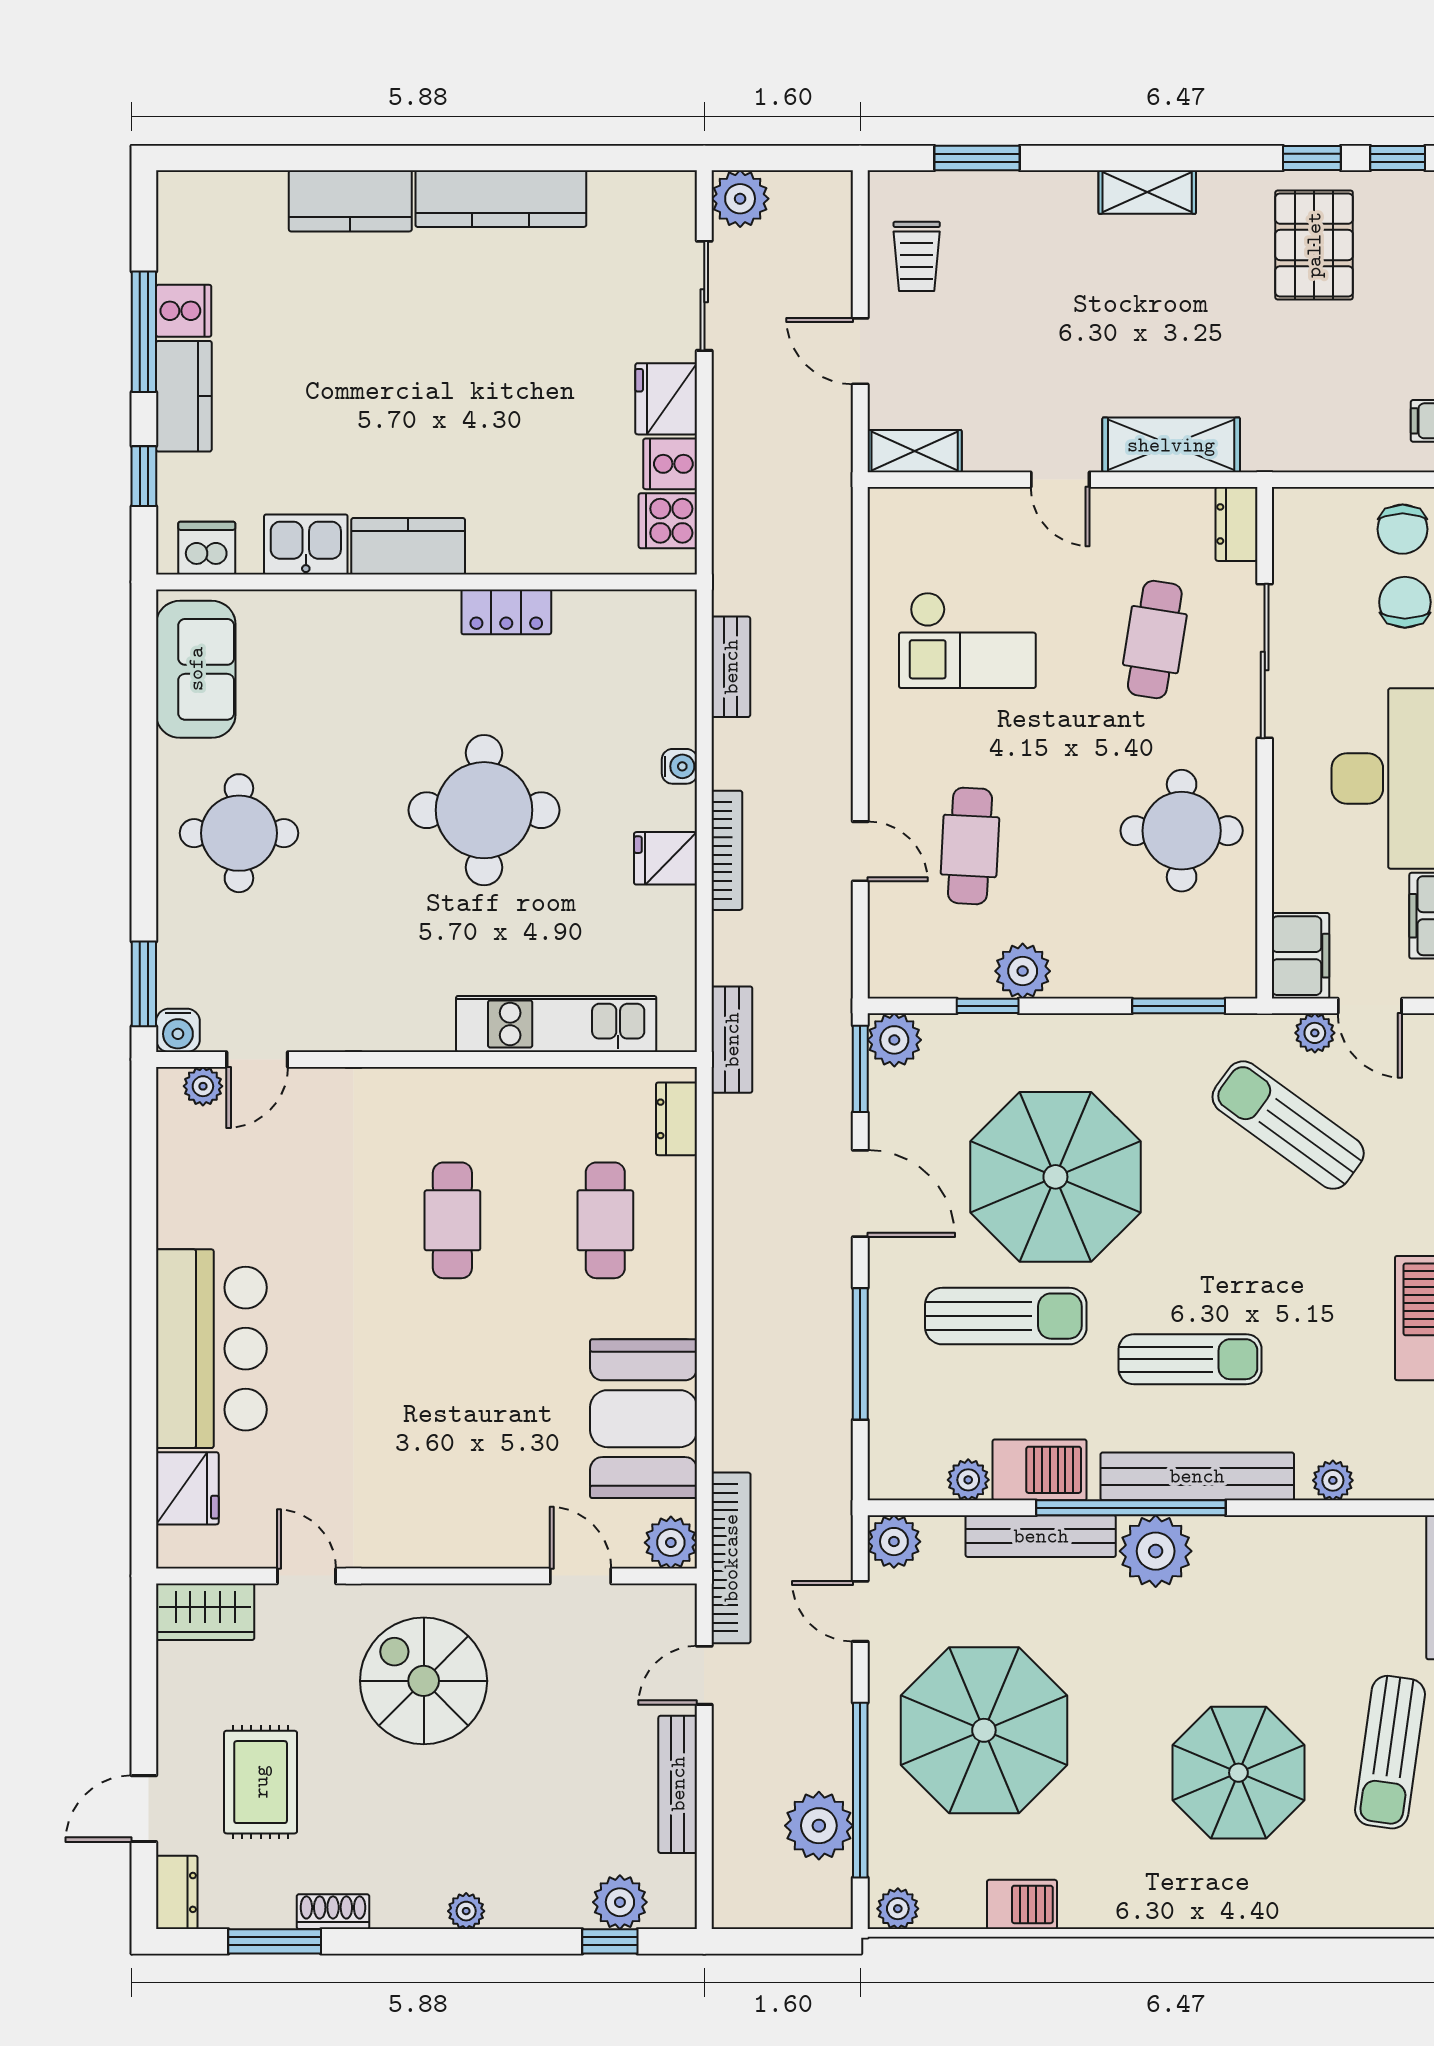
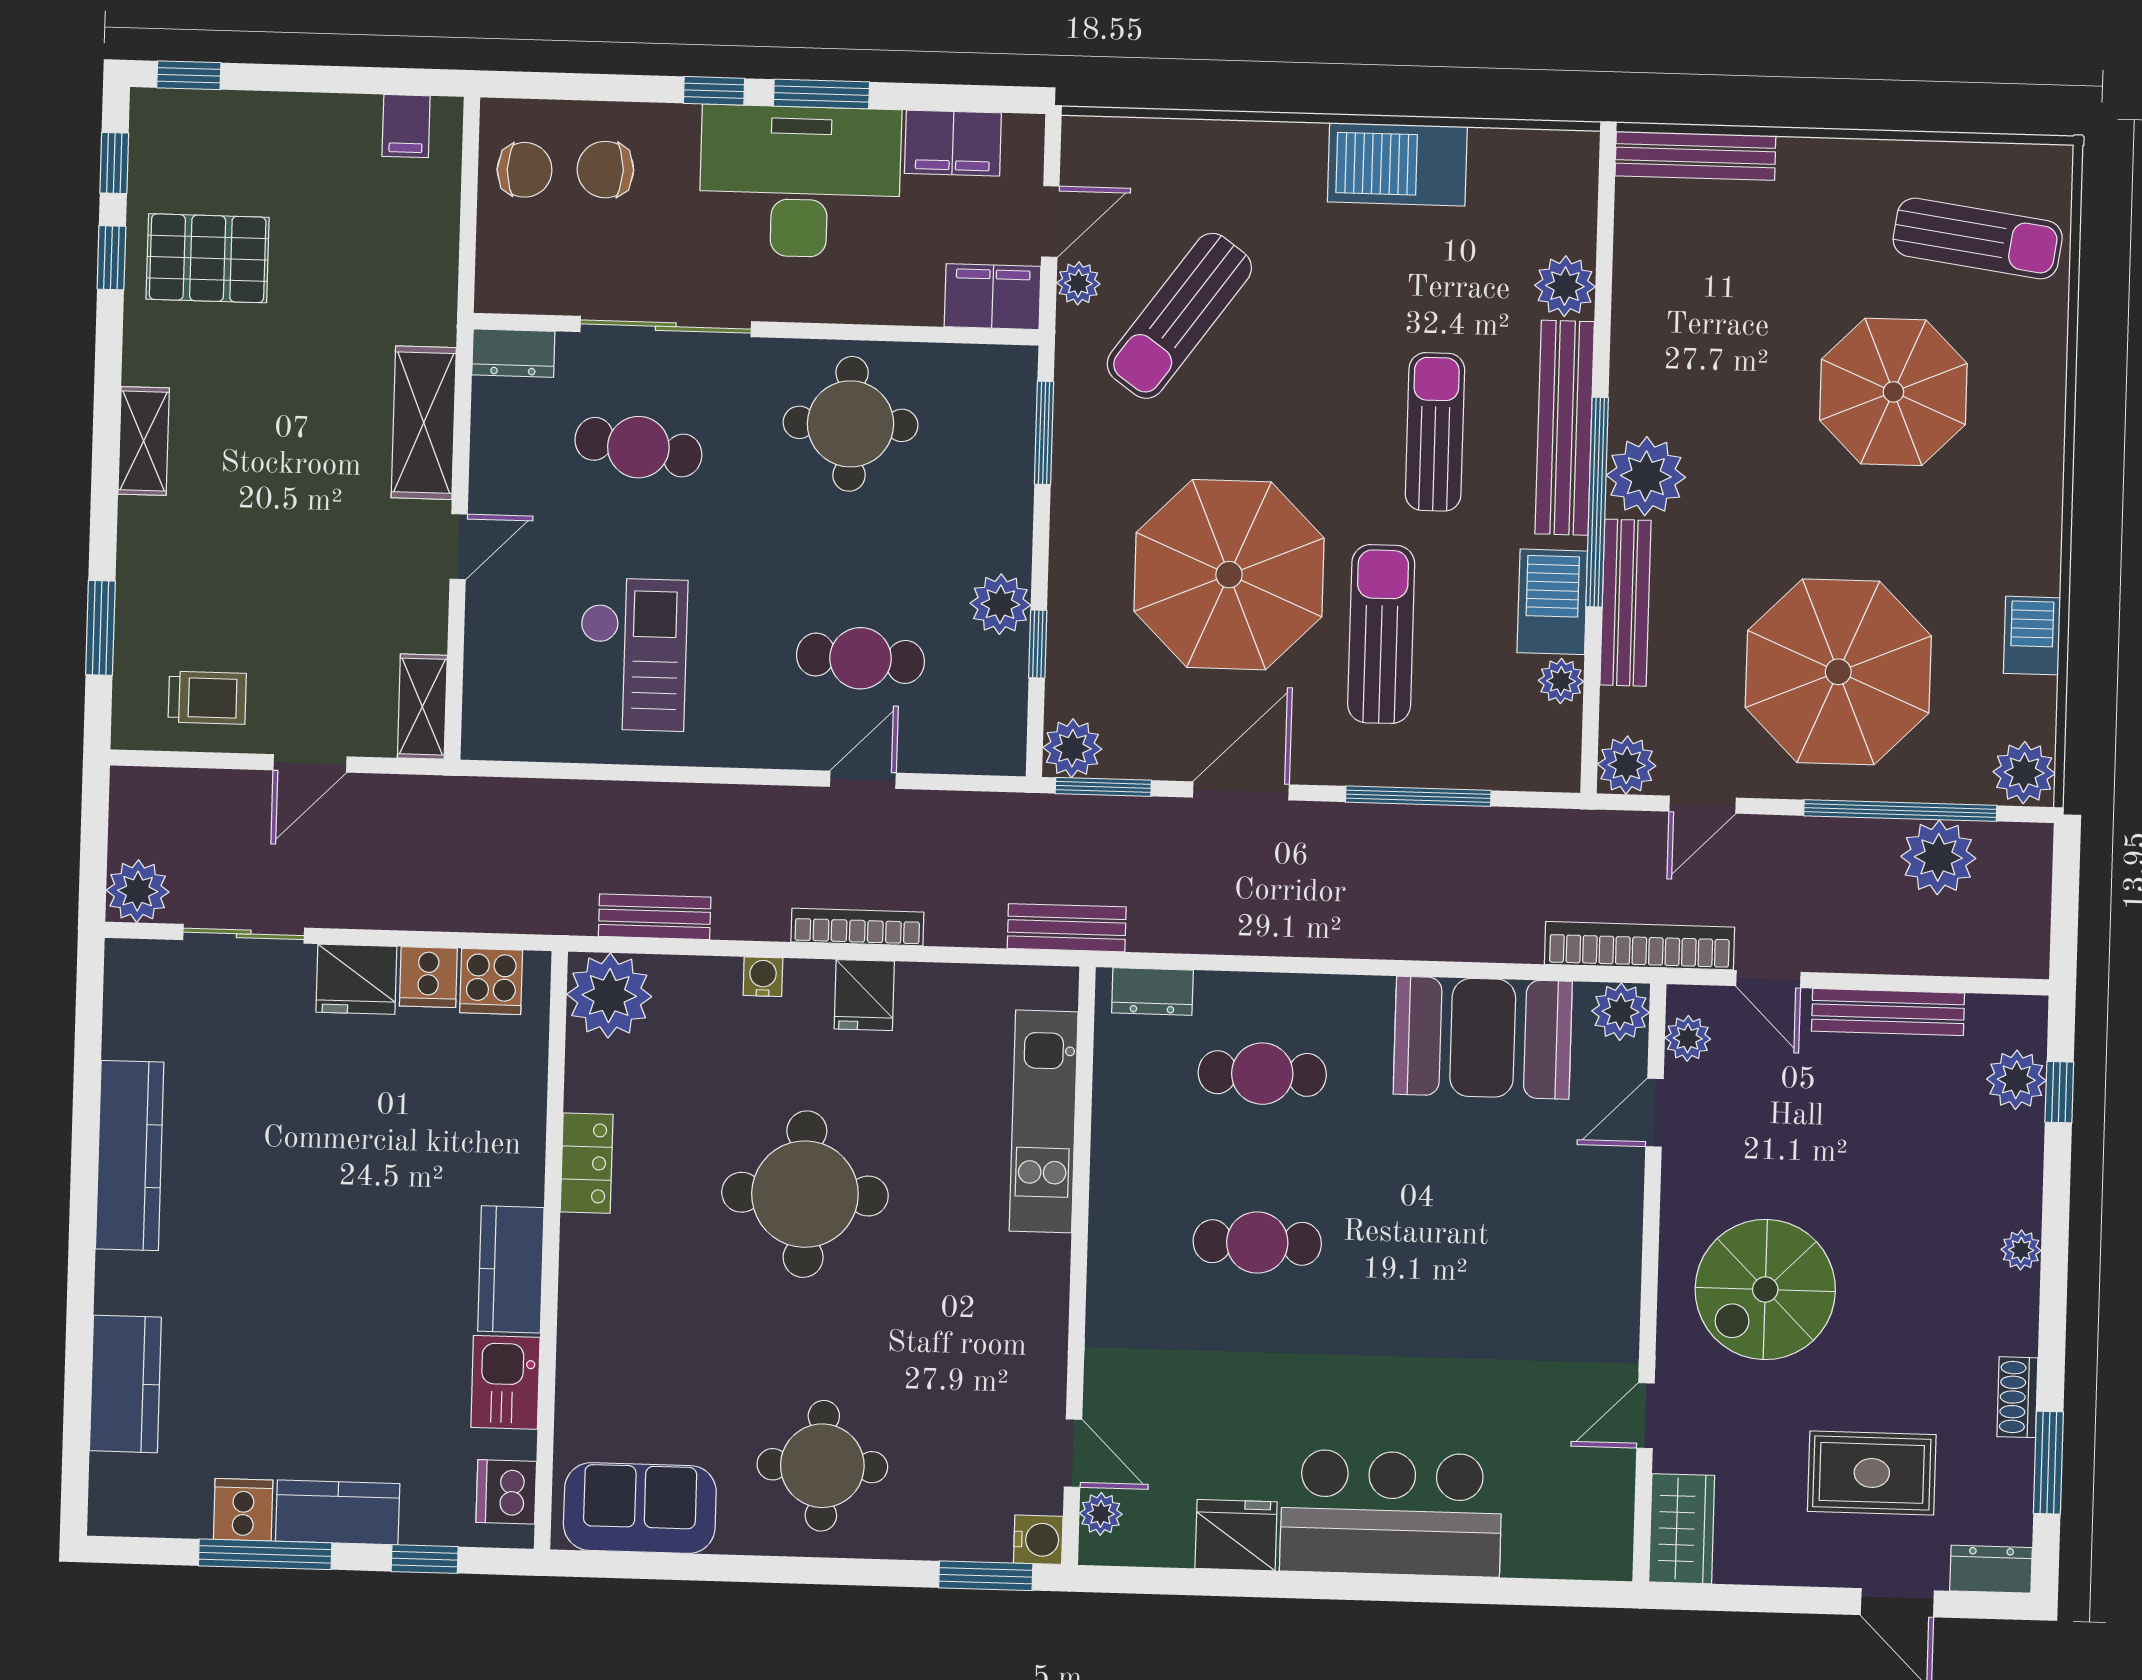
kitchen counter: (350, 201) -> (125, 1384), moved
plant: (658, 628) -> (609, 995), added
plant: (1333, 1480) -> (1565, 286), width x1.38, depth x1.38
fridge: (187, 1488) -> (1236, 1535), moved
plant: (649, 1604) -> (1688, 1038), added
sun lounger: (1390, 1752) -> (1978, 239), moved
plant: (898, 1909) -> (2024, 773), width x1.38, depth x1.38

